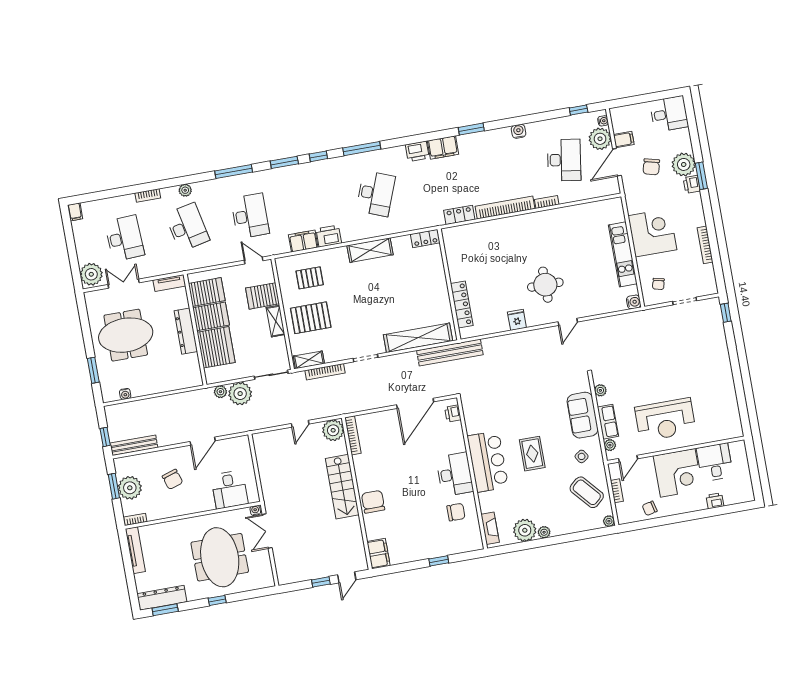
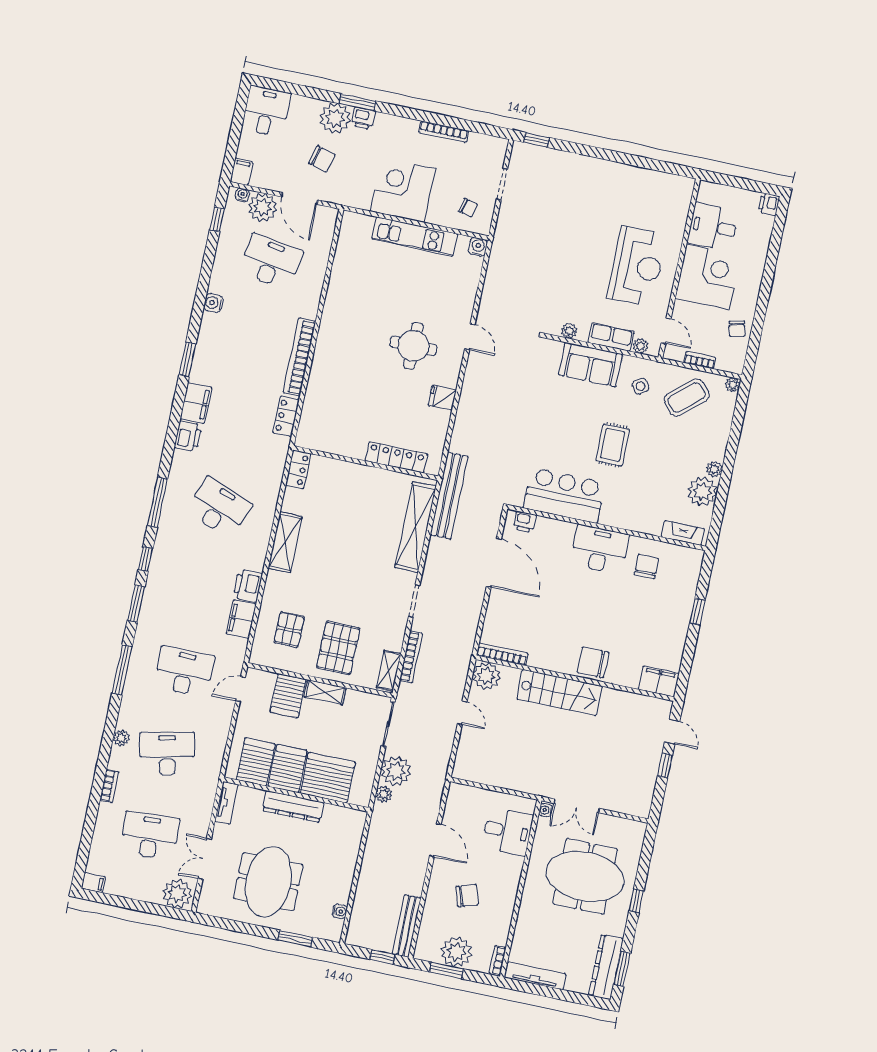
filing cabinet: (624, 140) -> (241, 172), moved
bookcase: (547, 202) -> (313, 304), removed
rug: (532, 454) -> (613, 445), turned 90
bar counter: (488, 462) -> (564, 495), moved
printer: (715, 501) -> (769, 204), moved

